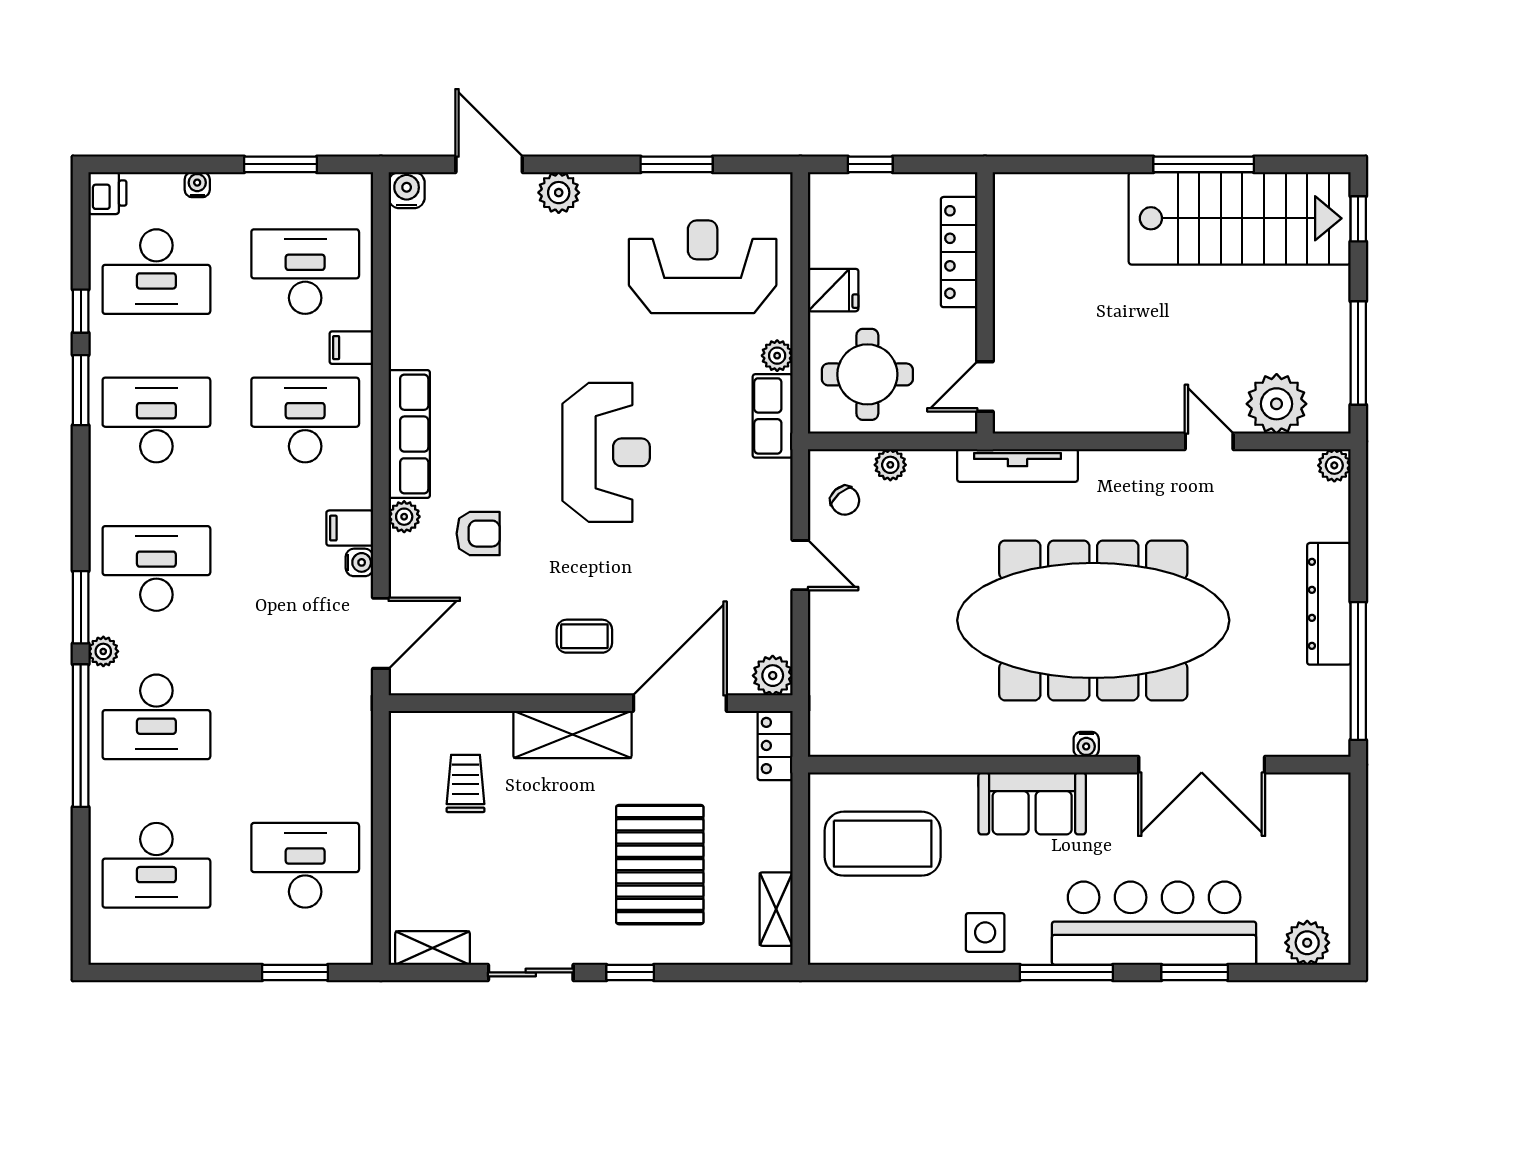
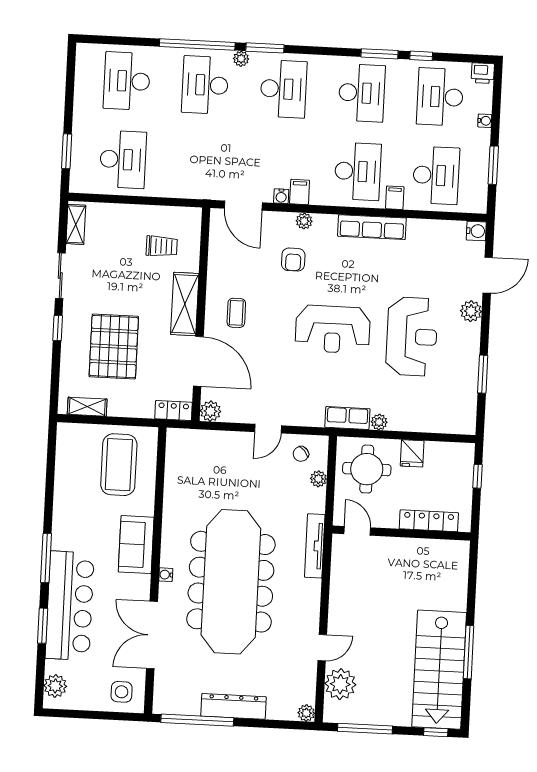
reception desk: (703, 267) -> (412, 337), moved
row of seats: (409, 434) -> (372, 227), moved
pallet: (660, 865) -> (114, 347), turned 90
side table: (985, 932) -> (122, 692), moved

